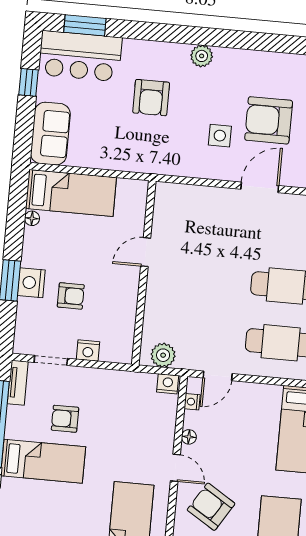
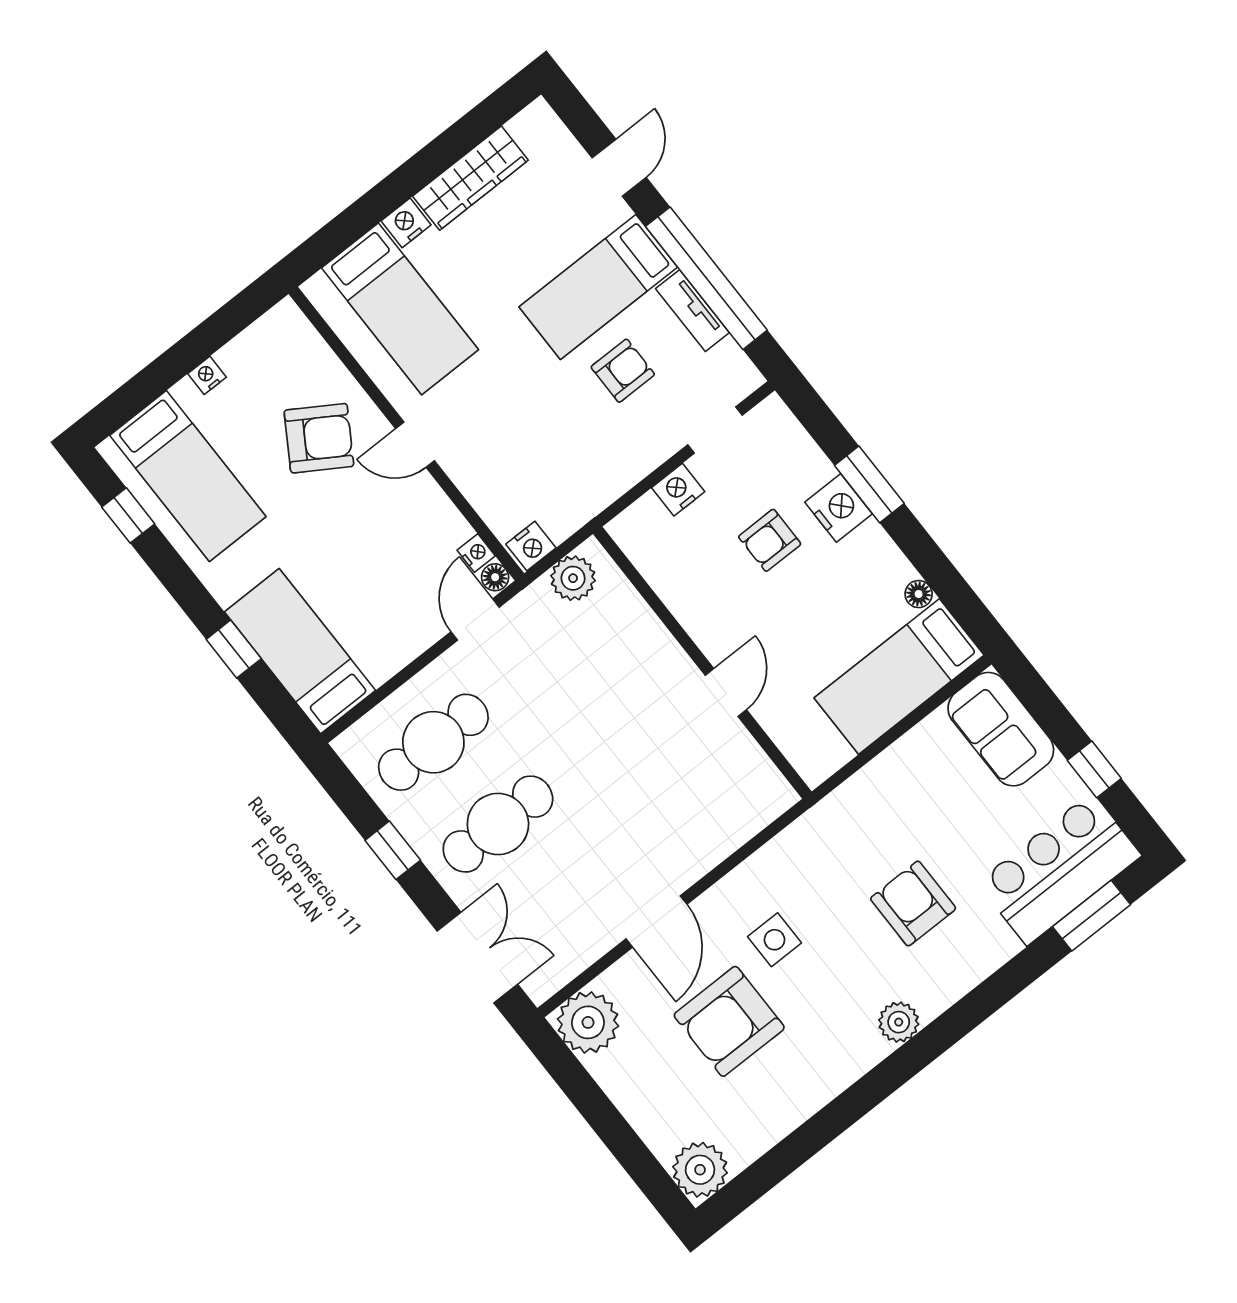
armchair: (269, 120) -> (729, 1021), turned 180
tv unit: (18, 383) -> (692, 311), moved
floor lamp: (189, 437) -> (495, 577), moved

